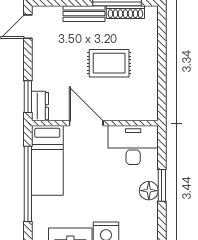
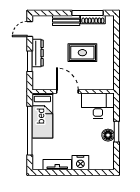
window: (28, 97) -> (30, 61), moved
dresser: (40, 106) -> (38, 53), moved, width x1.44

